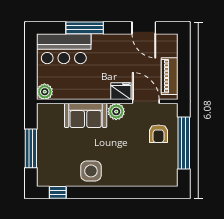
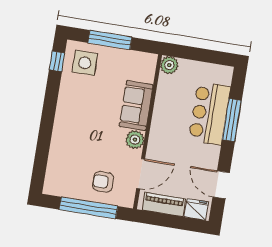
door: (144, 28) -> (221, 185), hinge flipped
bar counter: (64, 49) -> (210, 113), moved
fridge: (121, 91) -> (196, 209), moved, turned -90
side table: (91, 171) -> (85, 63), moved

